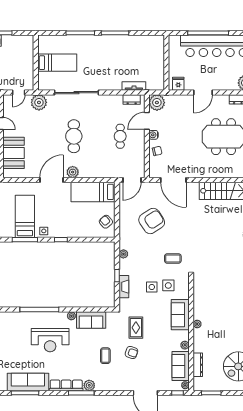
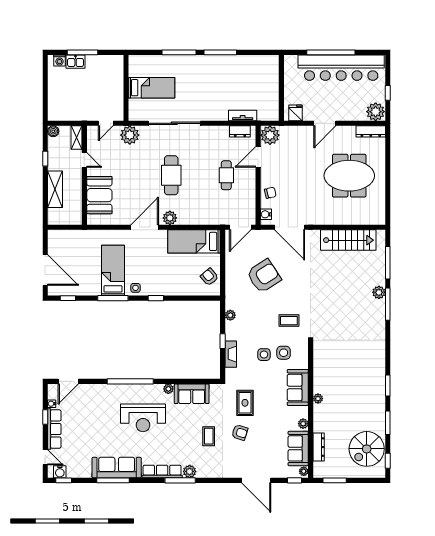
water cooler: (153, 135) -> (266, 214), moved

